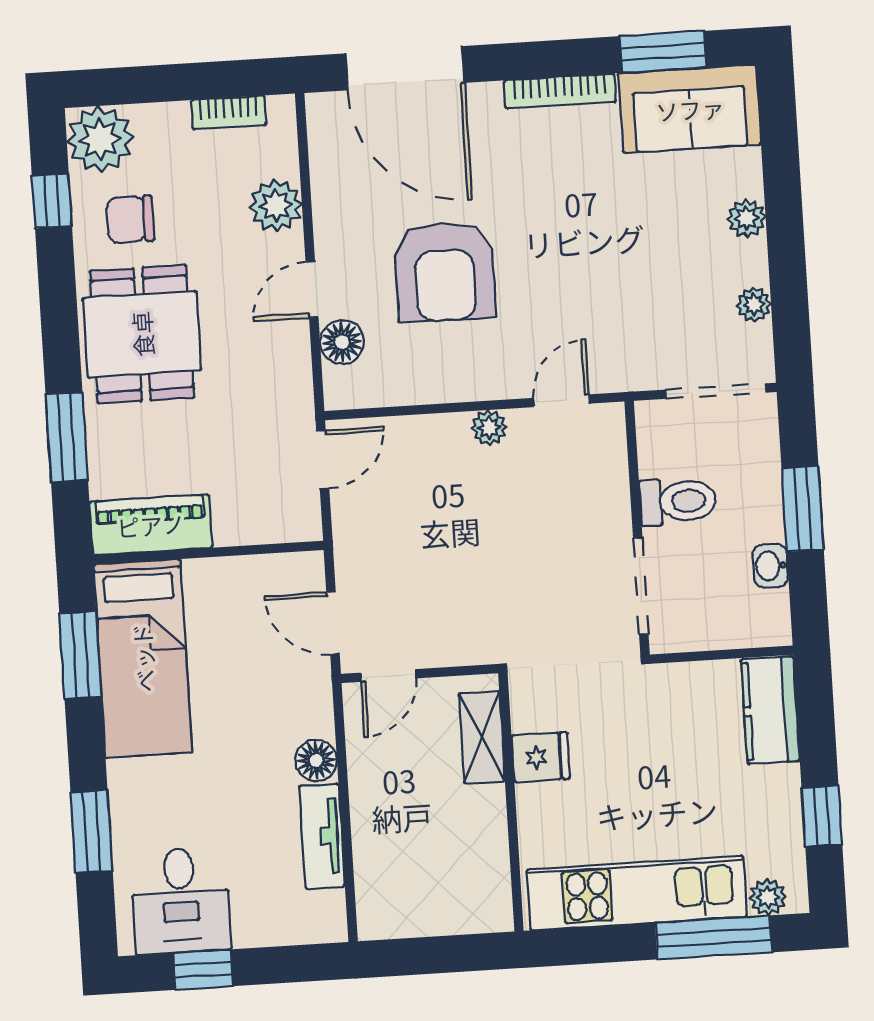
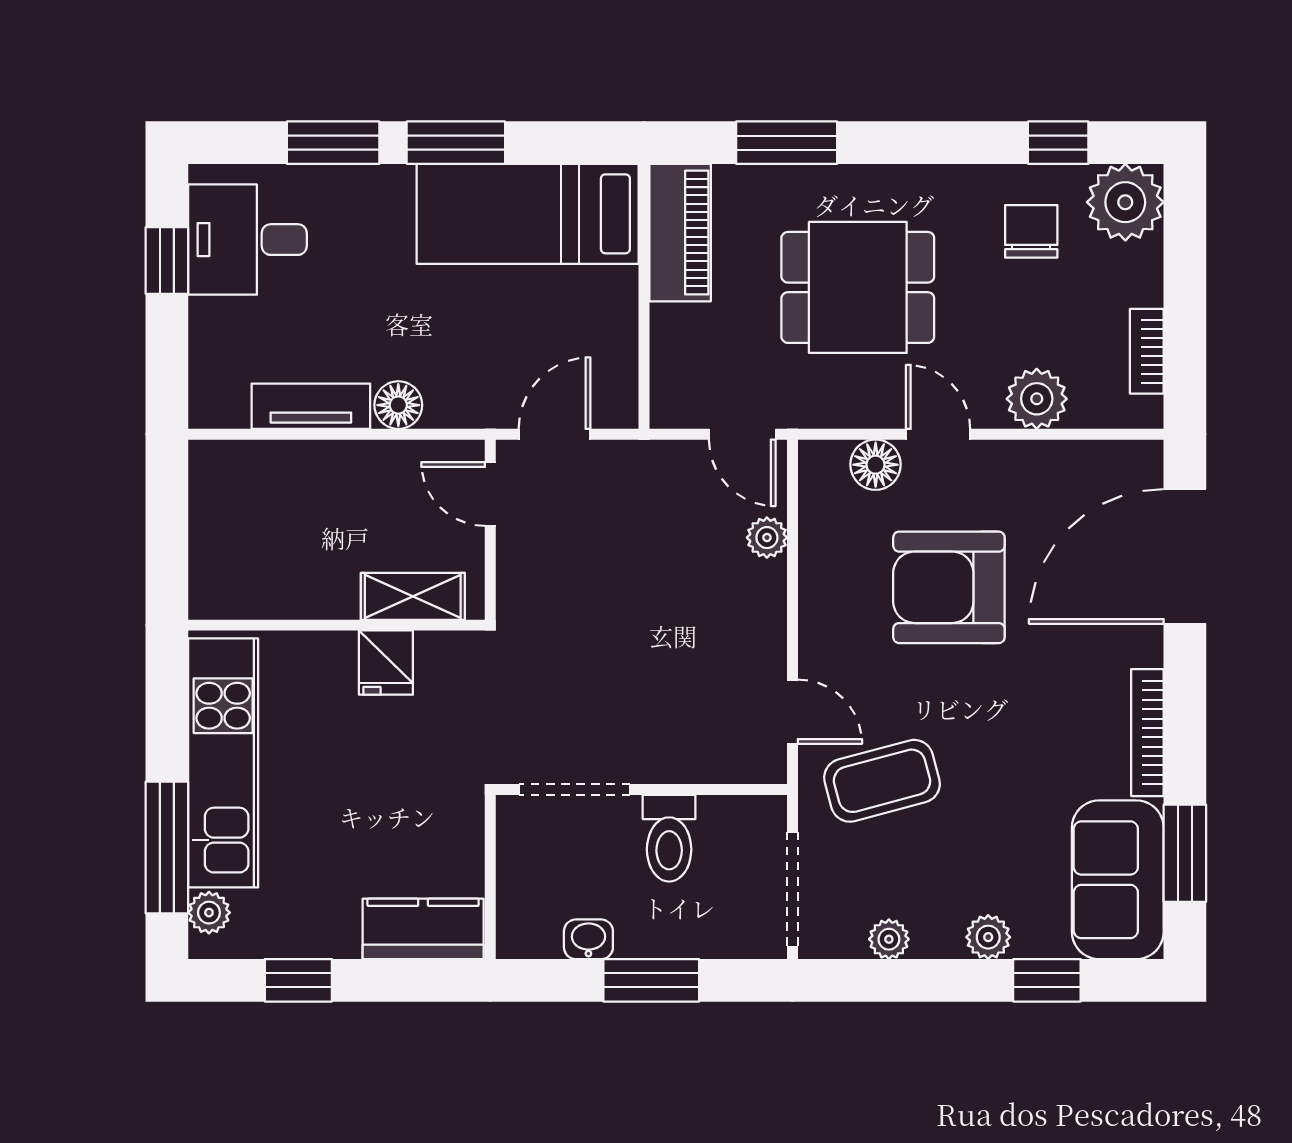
window: (781, 165) -> (1047, 980), added
coffee table: (616, 319) -> (882, 781), added
dining table: (142, 334) -> (858, 287), moved
plant: (489, 428) -> (767, 538), moved
window: (80, 655) -> (456, 143), moved

